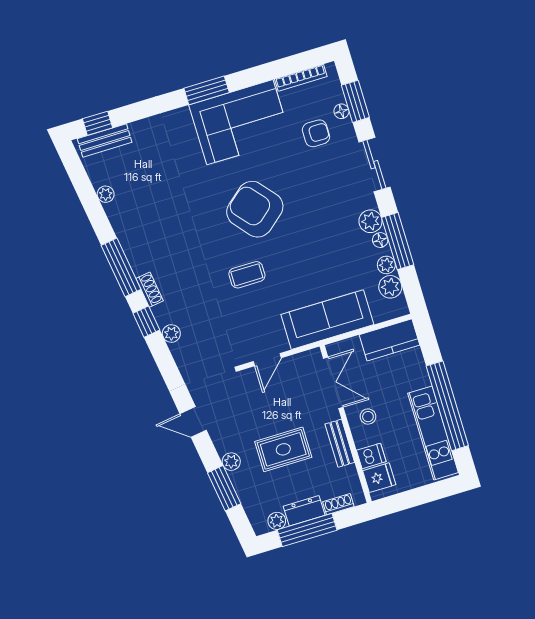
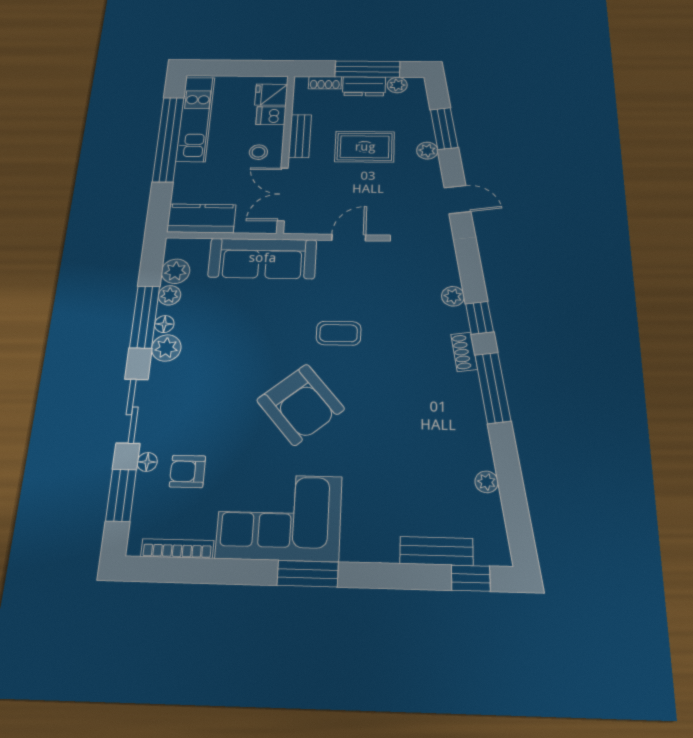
floor lamp: (341, 111) -> (147, 462), moved
bench: (105, 140) -> (436, 551), moved

